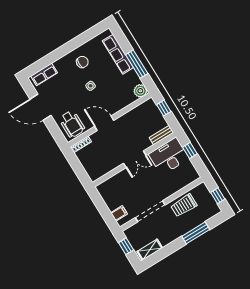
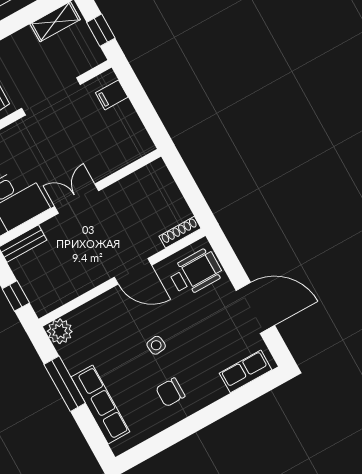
wheelchair: (72, 124) -> (196, 272), turned 90

